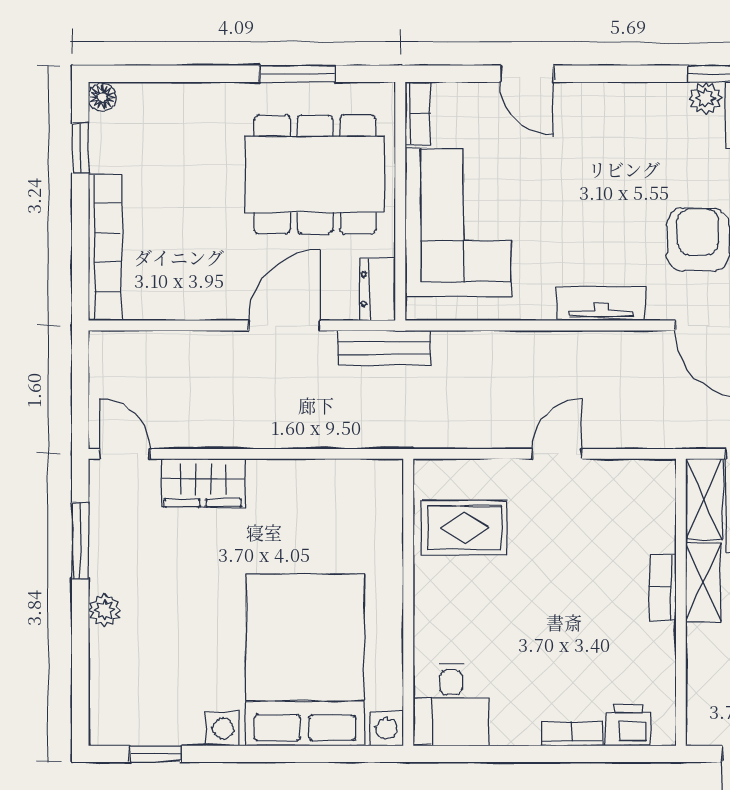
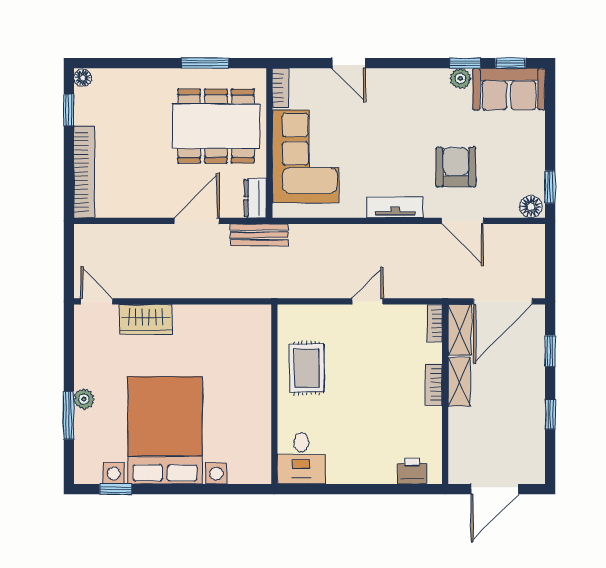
rug: (465, 528) -> (307, 368), moved, turned 90
window: (80, 540) -> (69, 415), moved
bed with nightstands: (305, 660) -> (165, 430), moved
bookcase: (572, 734) -> (435, 323), moved, turned -90

